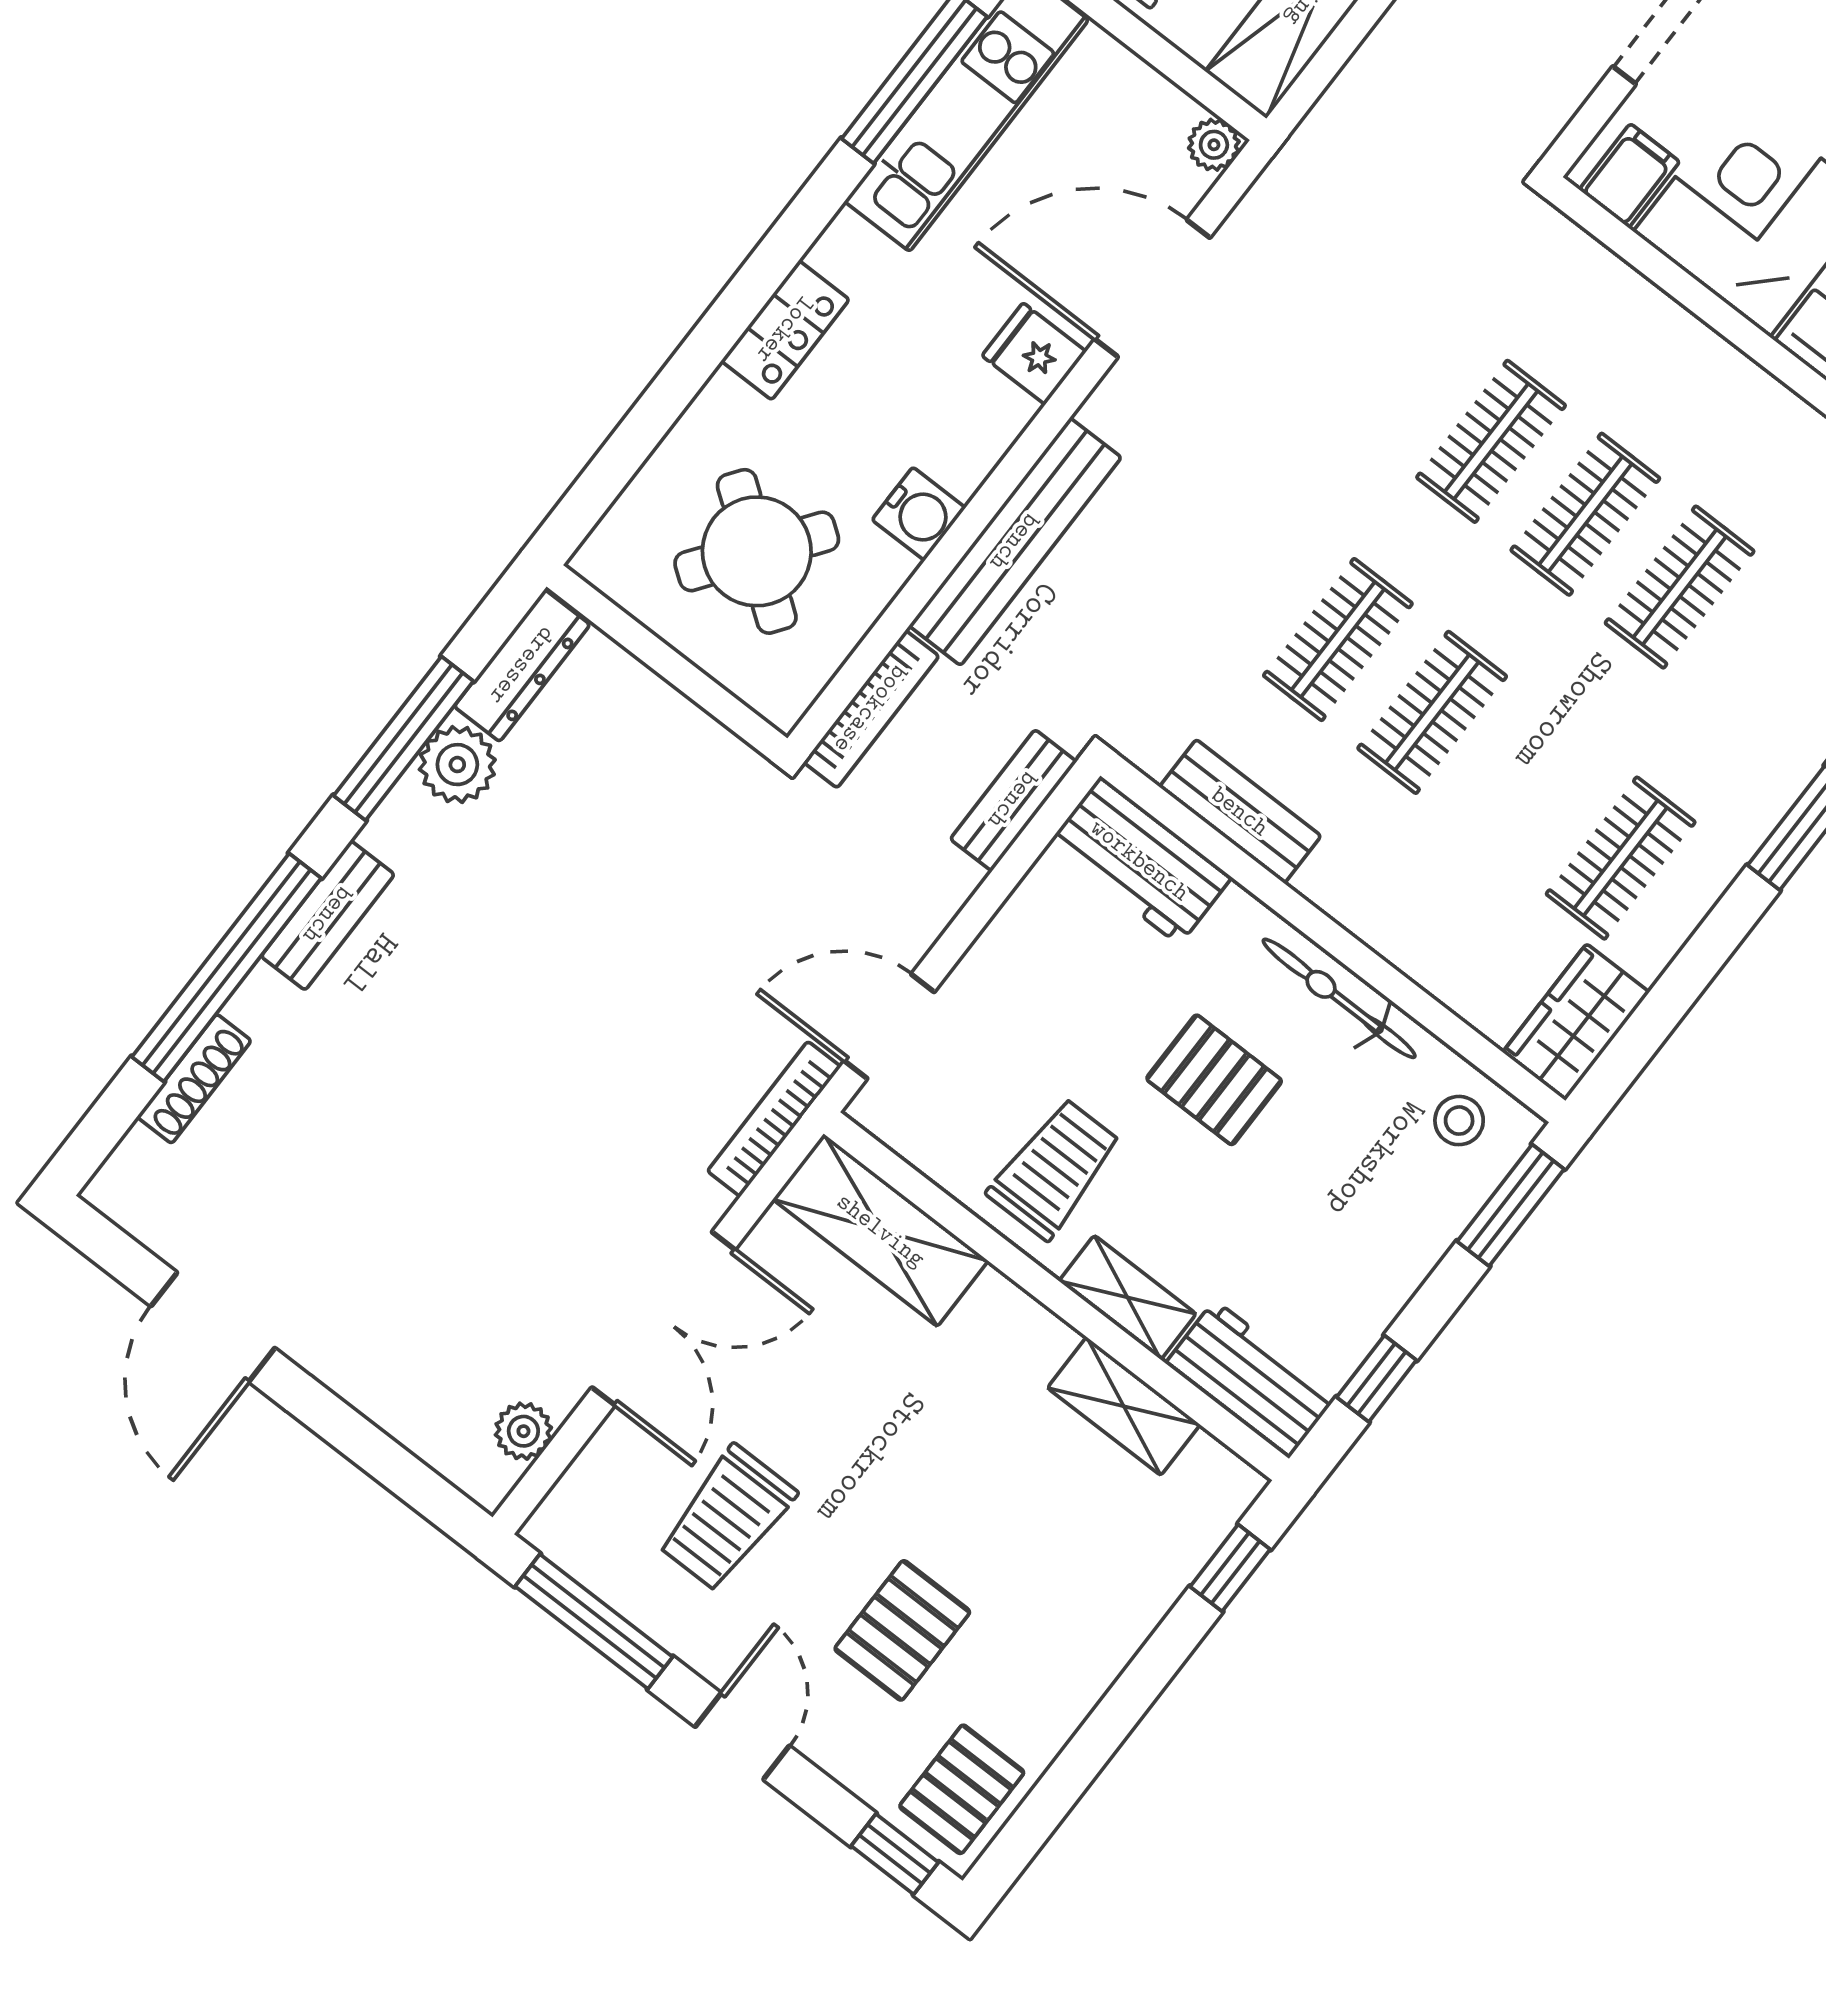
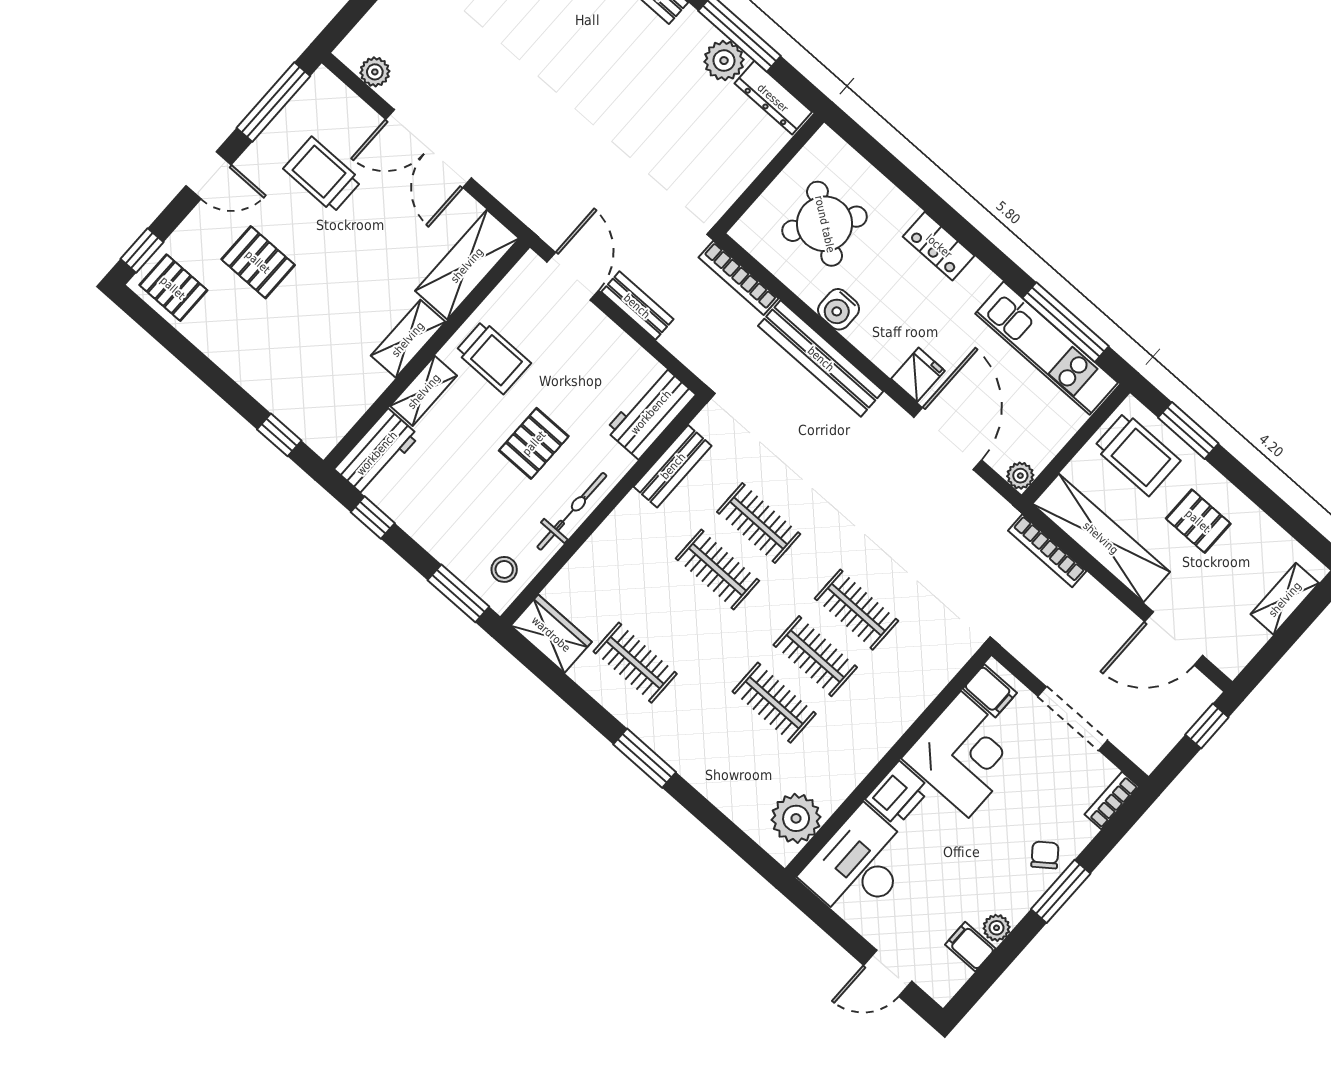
bench: (1013, 800) -> (637, 306), moved
bookcase: (774, 1119) -> (1047, 551), moved, turned 180
shelving: (1124, 1406) -> (408, 339), moved

